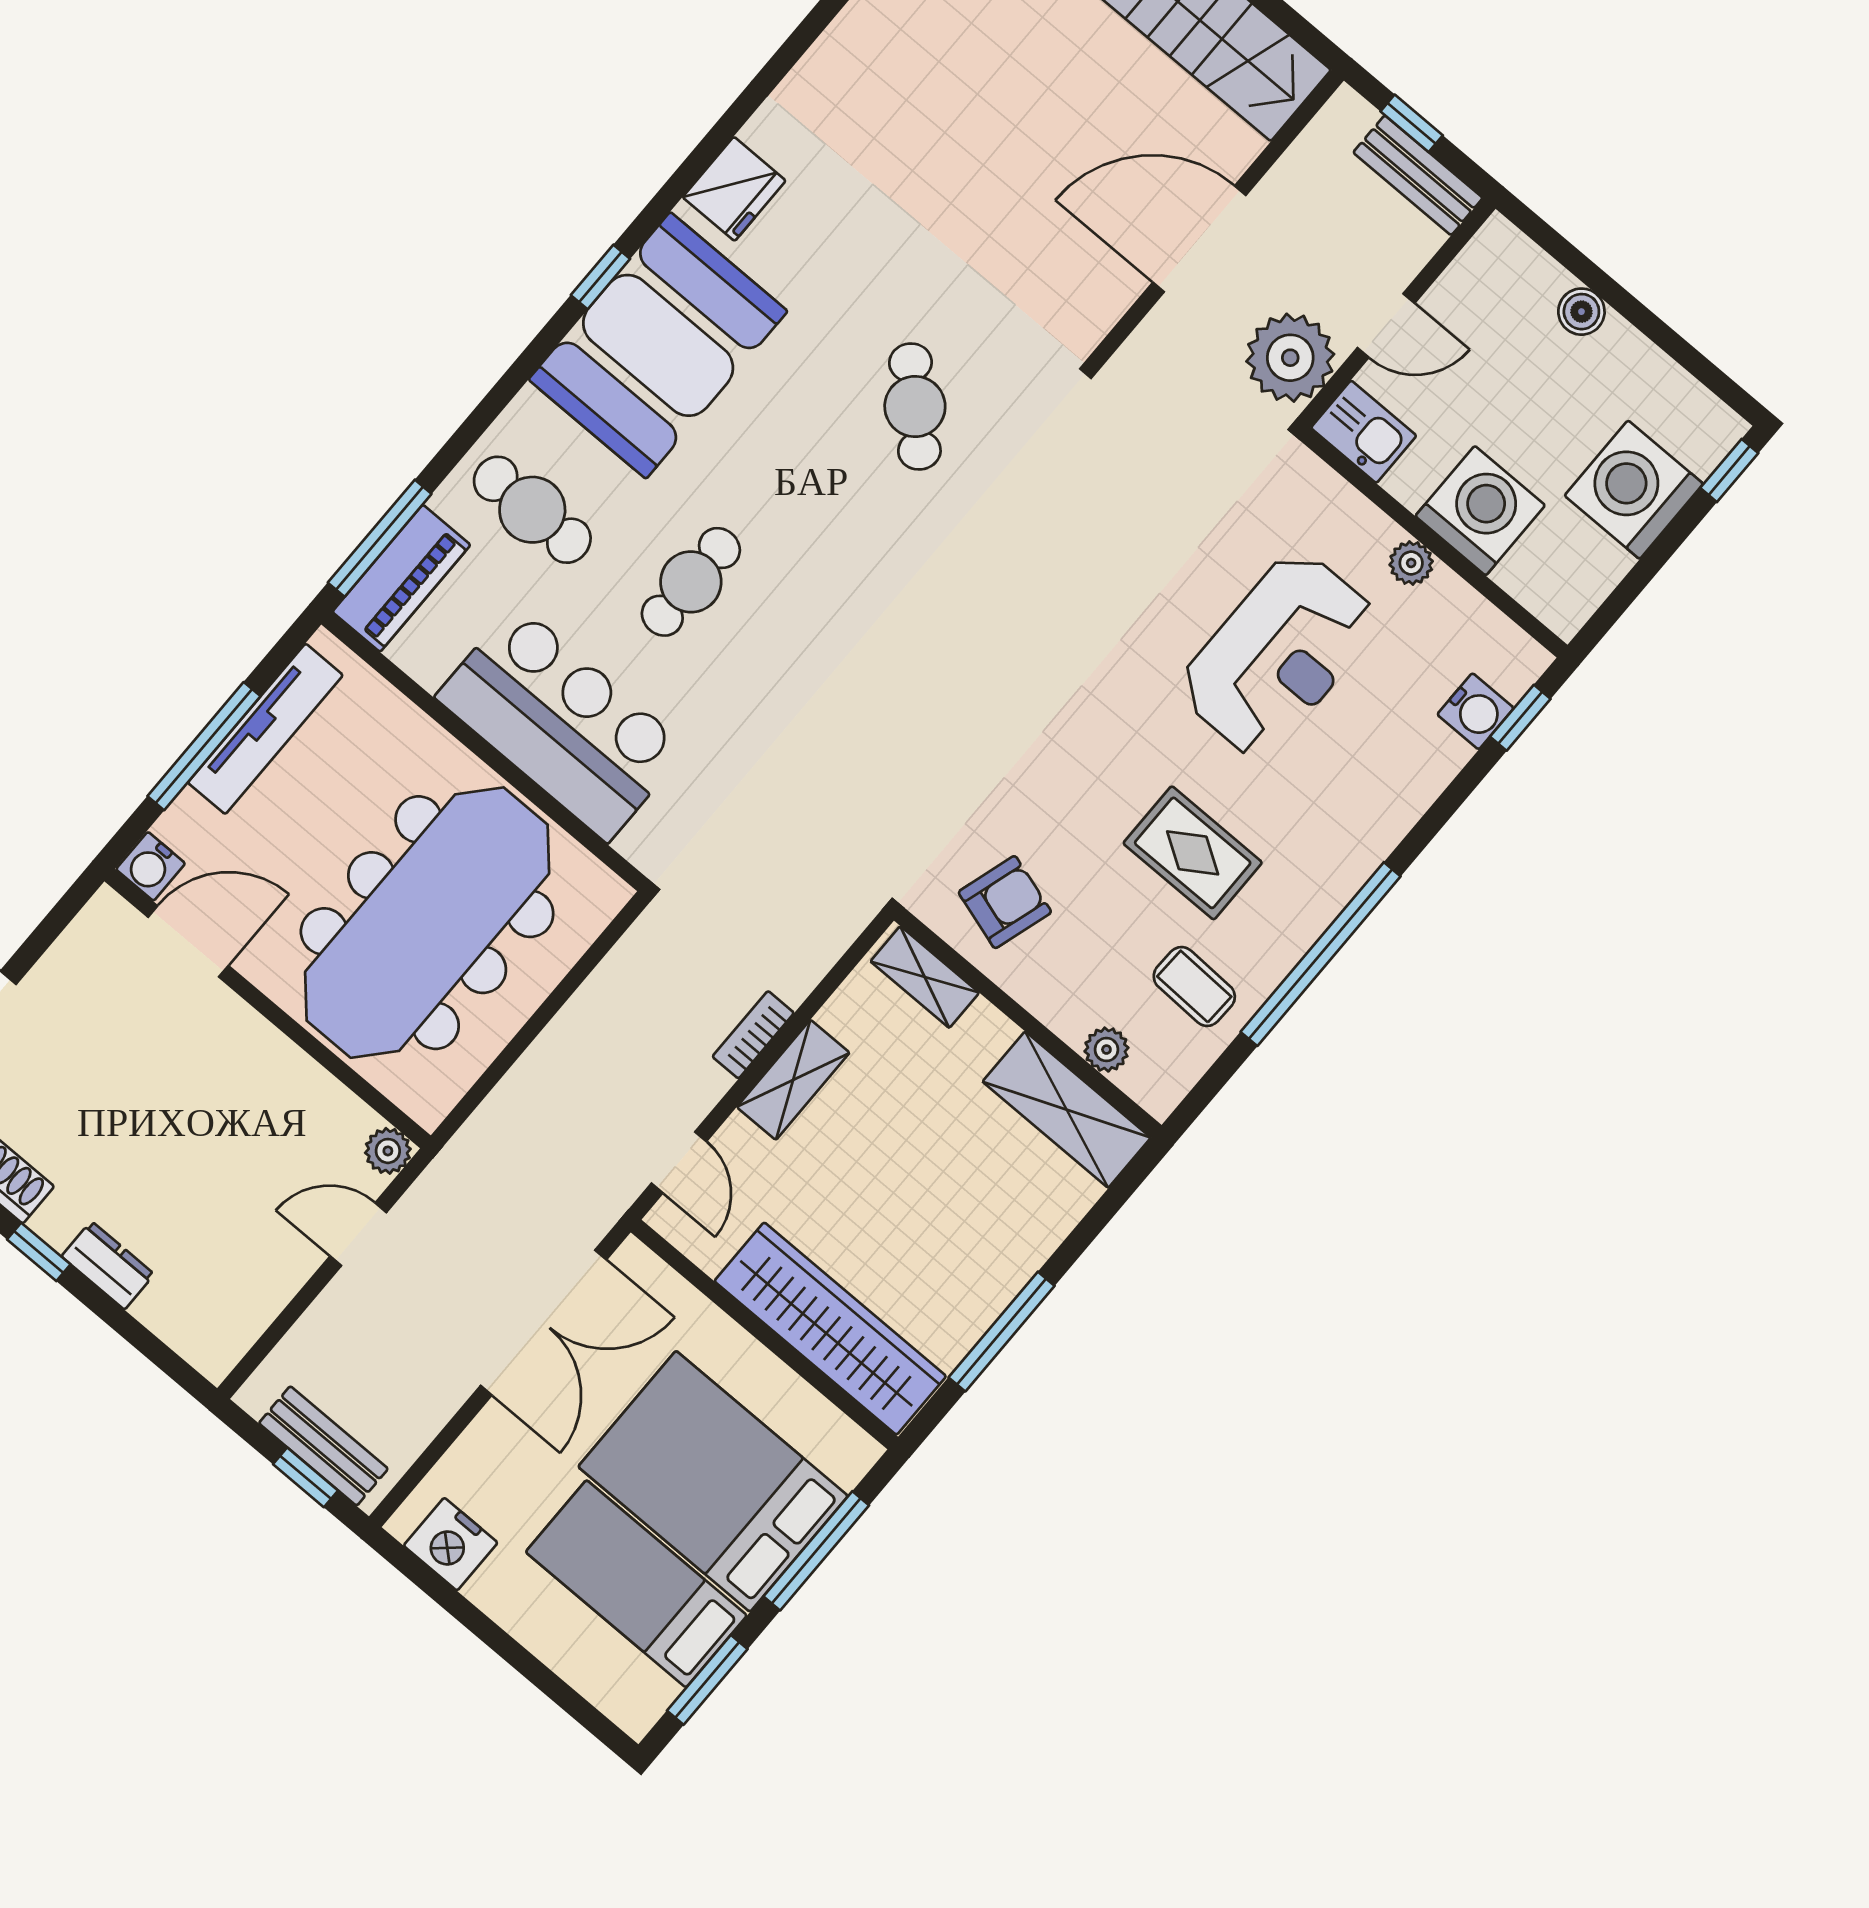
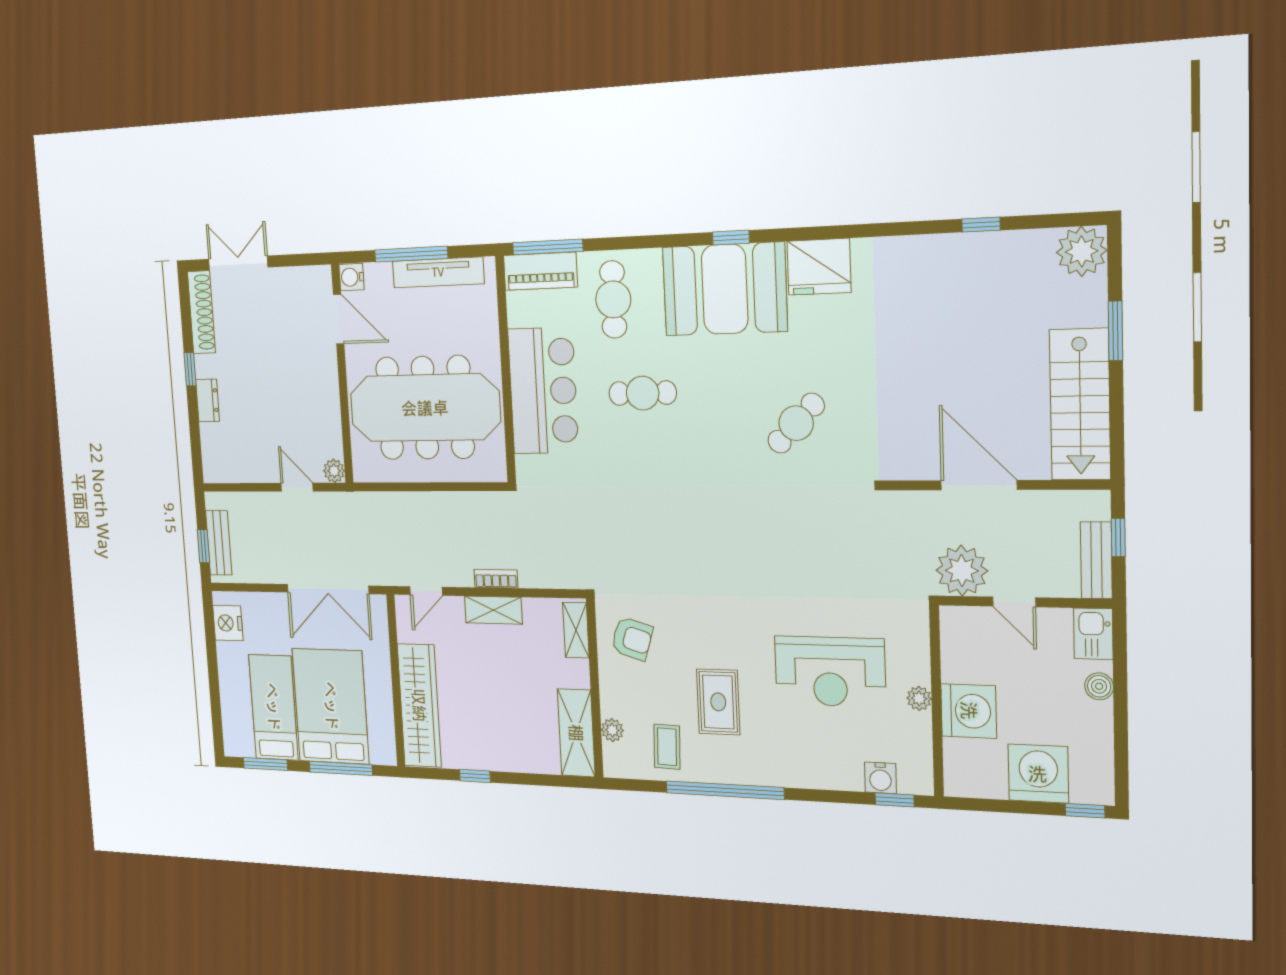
fridge: (734, 189) -> (819, 267), width x1.36, depth x1.34
kitchen sink: (1364, 432) -> (1093, 634), moved, turned 180
window: (1002, 1332) -> (475, 776), width x0.46

